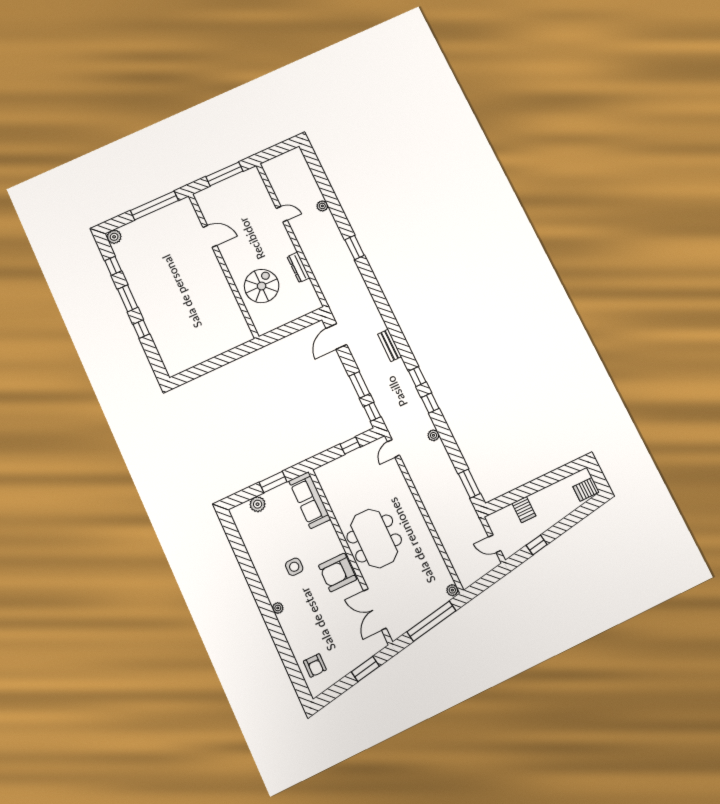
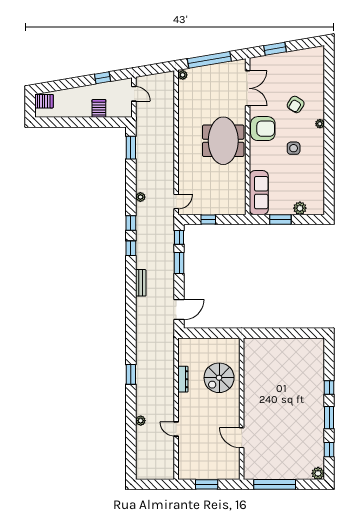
window: (224, 174) -> (207, 484), width x0.69
armchair: (315, 666) -> (296, 104), moved, turned -148

